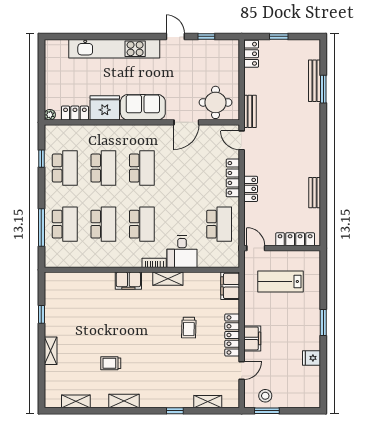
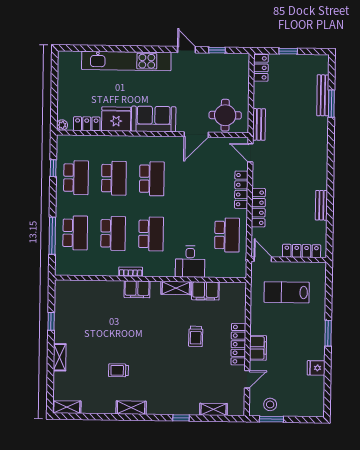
locker: (251, 189) -> (258, 208), width x1.53
bookcase: (154, 263) -> (131, 272), moved
filing cabinet: (230, 286) -> (205, 291), moved, turned -90
shelving: (76, 401) -> (67, 407), moved

